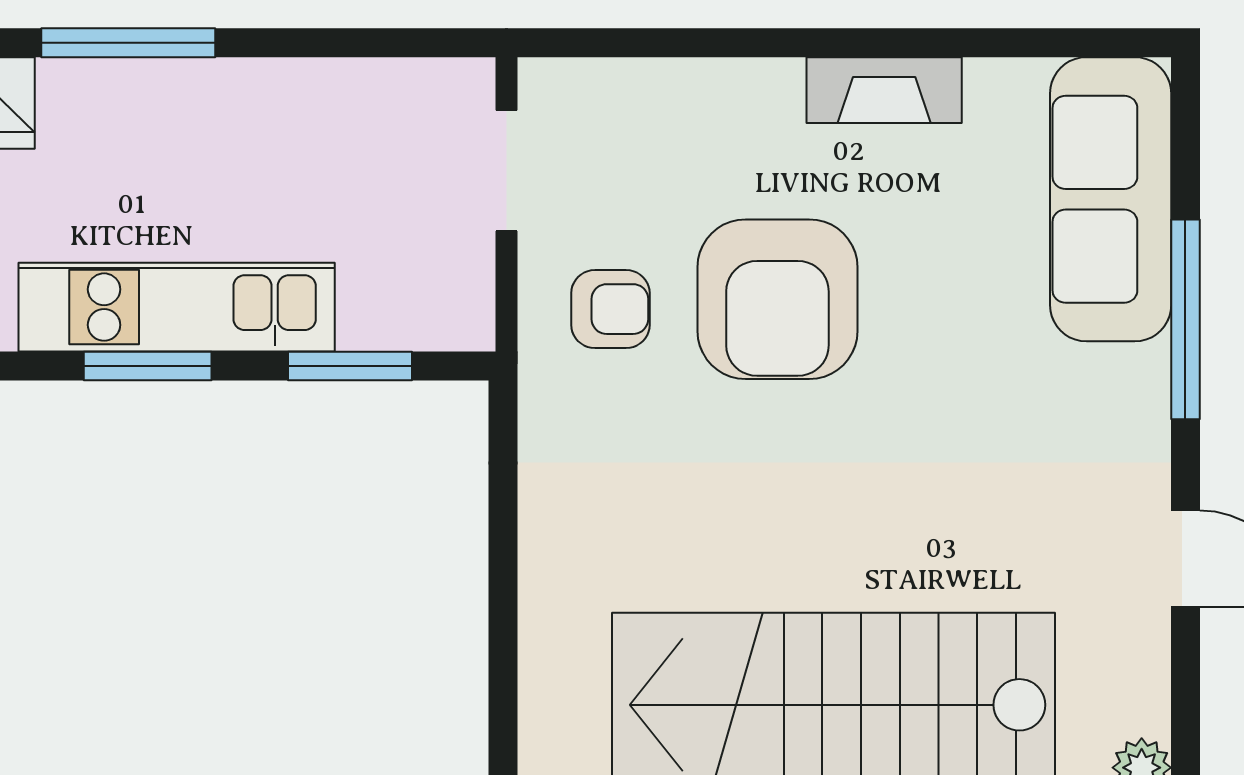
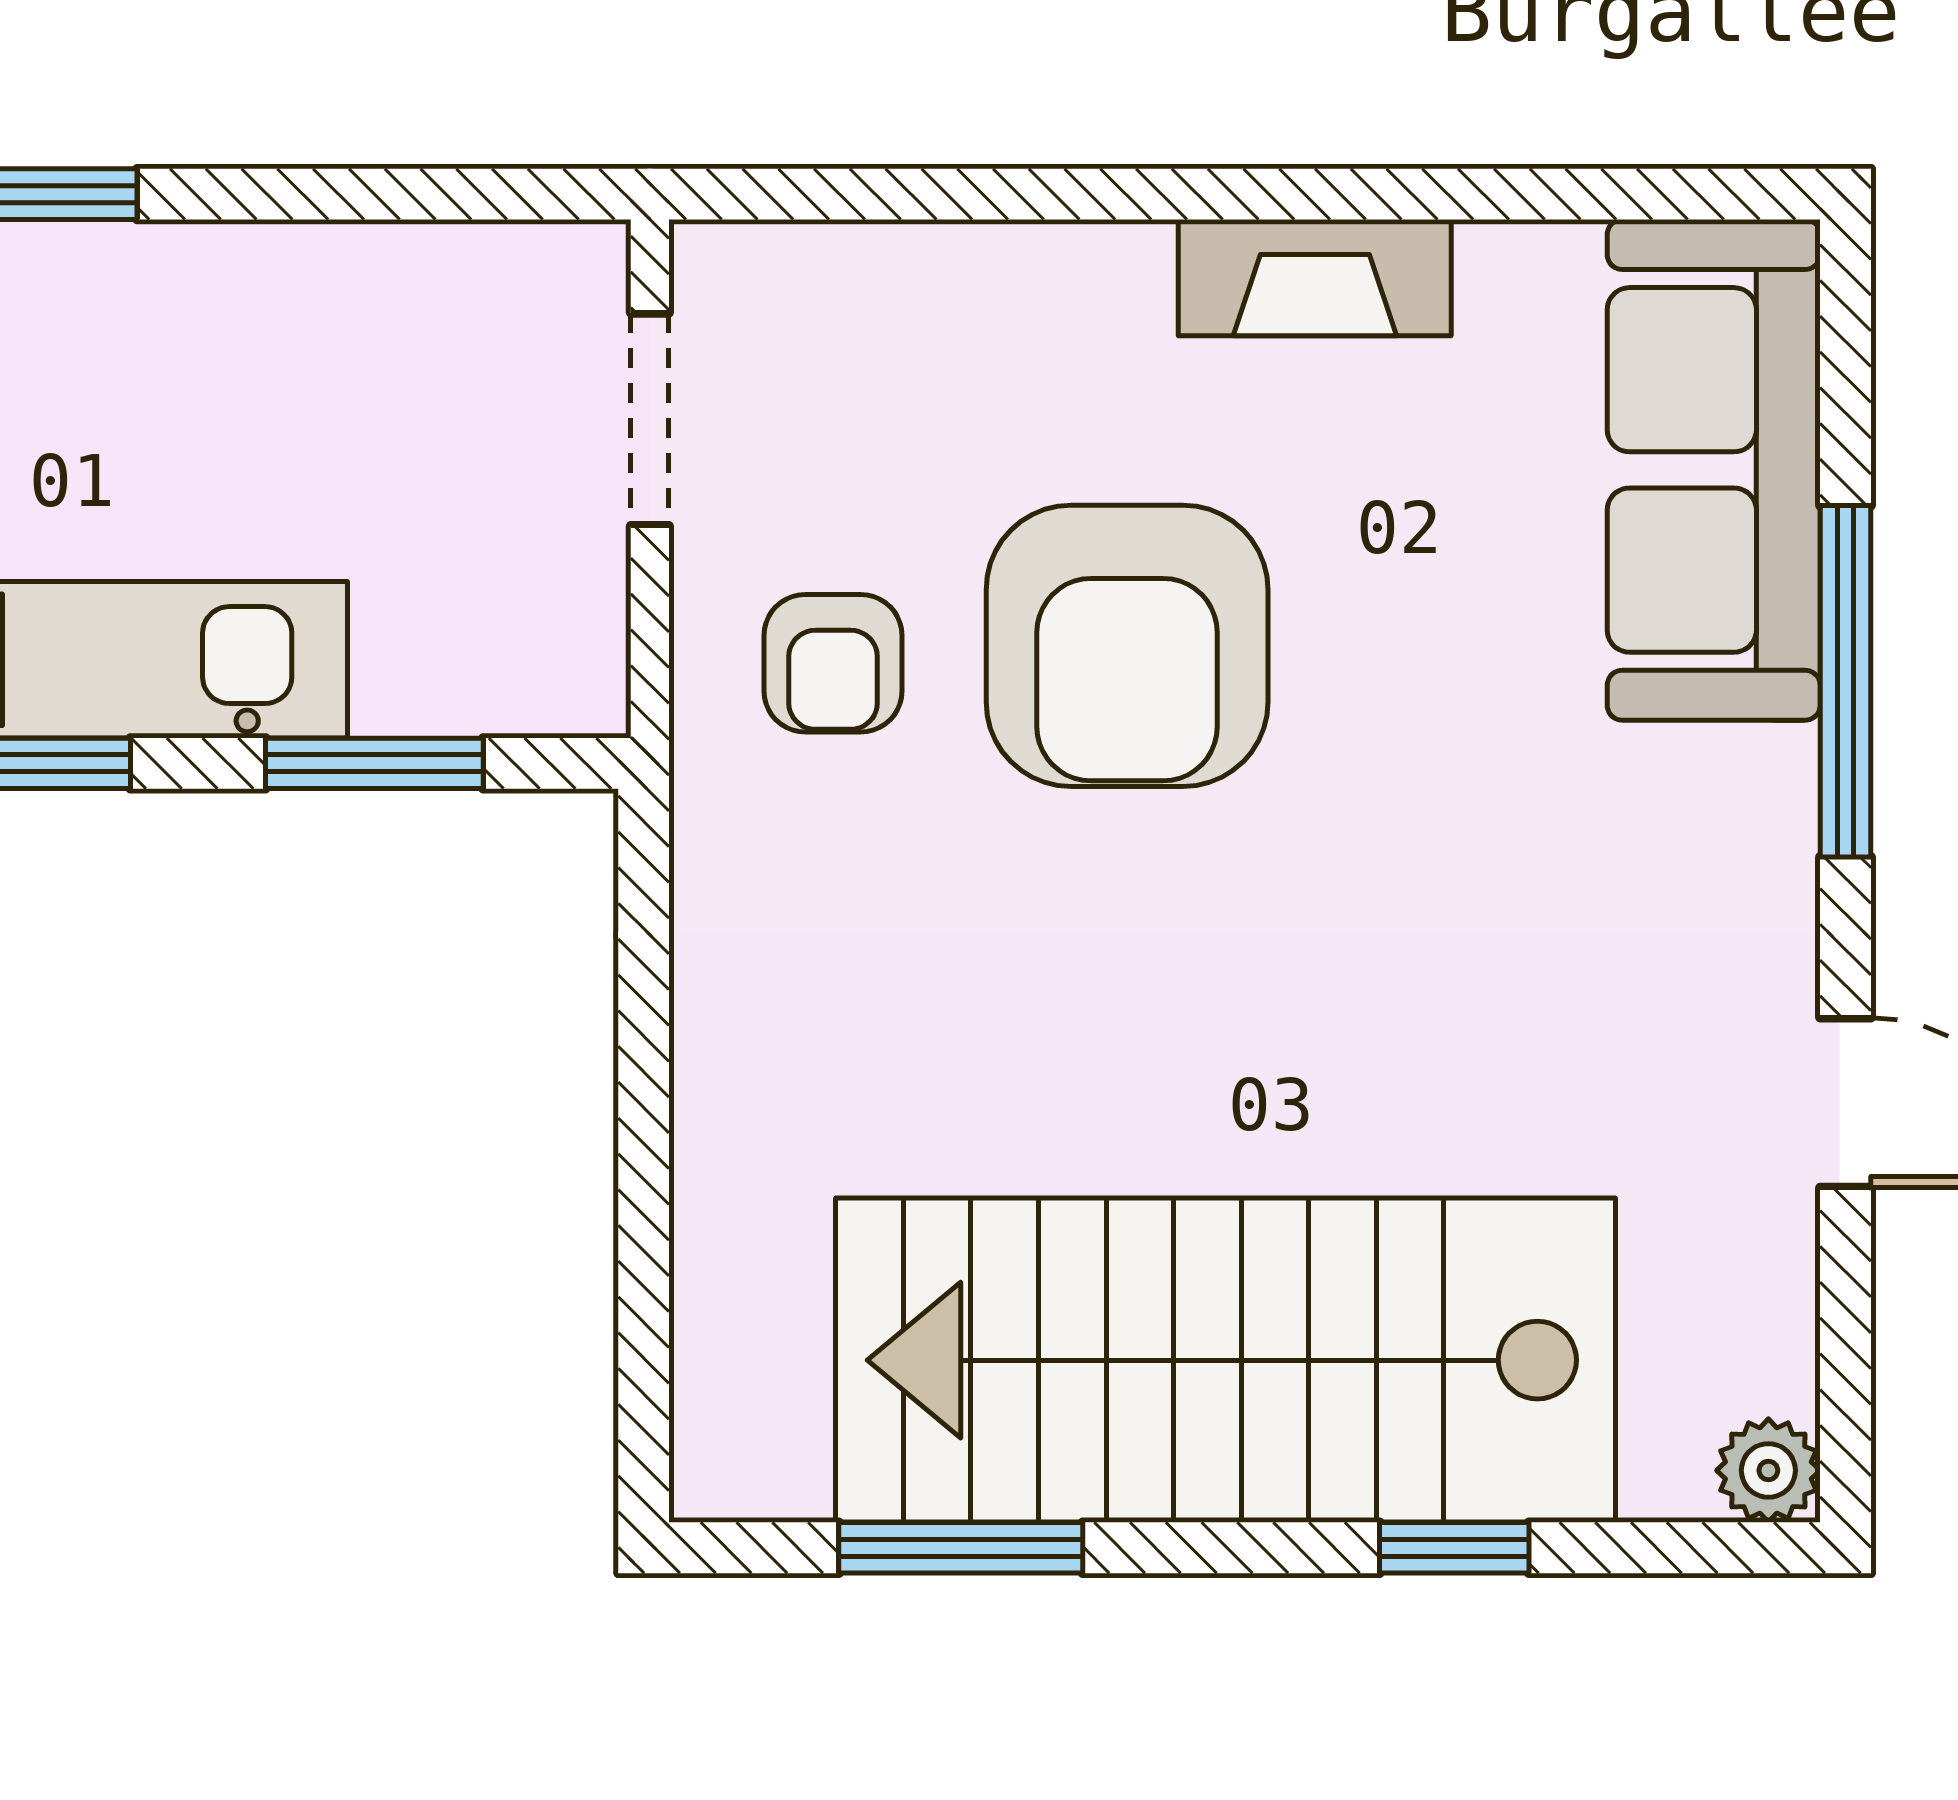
armchair: (610, 309) -> (833, 663), turned 90

